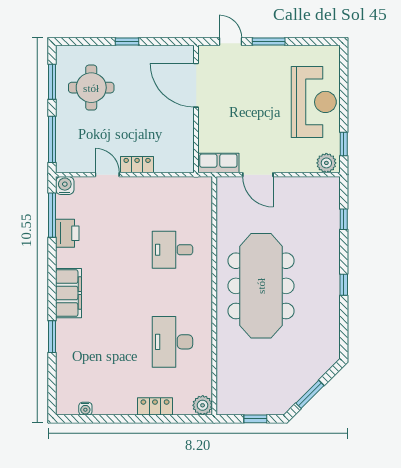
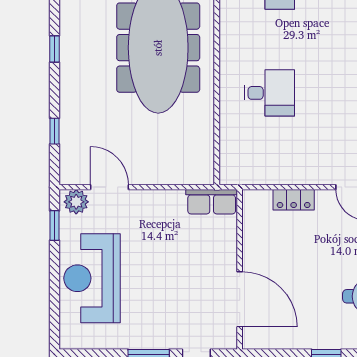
locker: (137, 165) -> (294, 200), moved
door: (258, 175) -> (109, 187), moved

